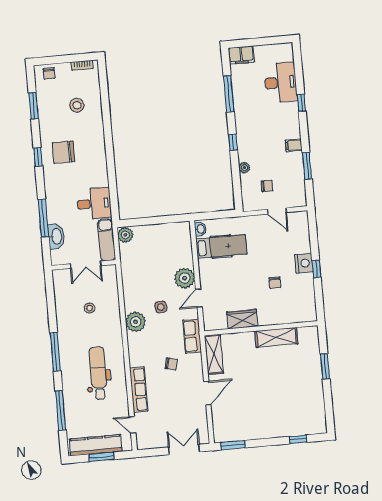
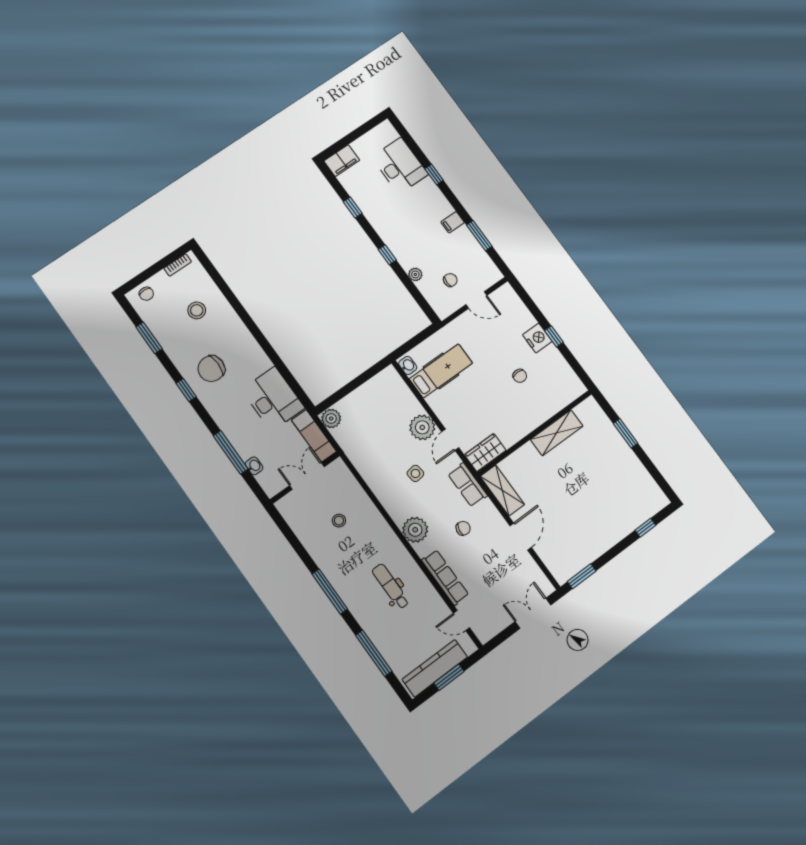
window: (229, 94) -> (353, 207), width x0.46
desk: (94, 204) -> (273, 399), width x1.37
washbasin: (56, 236) -> (254, 466), width x0.52, depth x0.69
double door: (86, 265) -> (307, 476), swing flipped
wardrobe: (242, 319) -> (485, 453), moved
plant: (136, 322) -> (415, 530), moved
dental chair: (98, 373) -> (391, 586), width x0.73, depth x0.72

